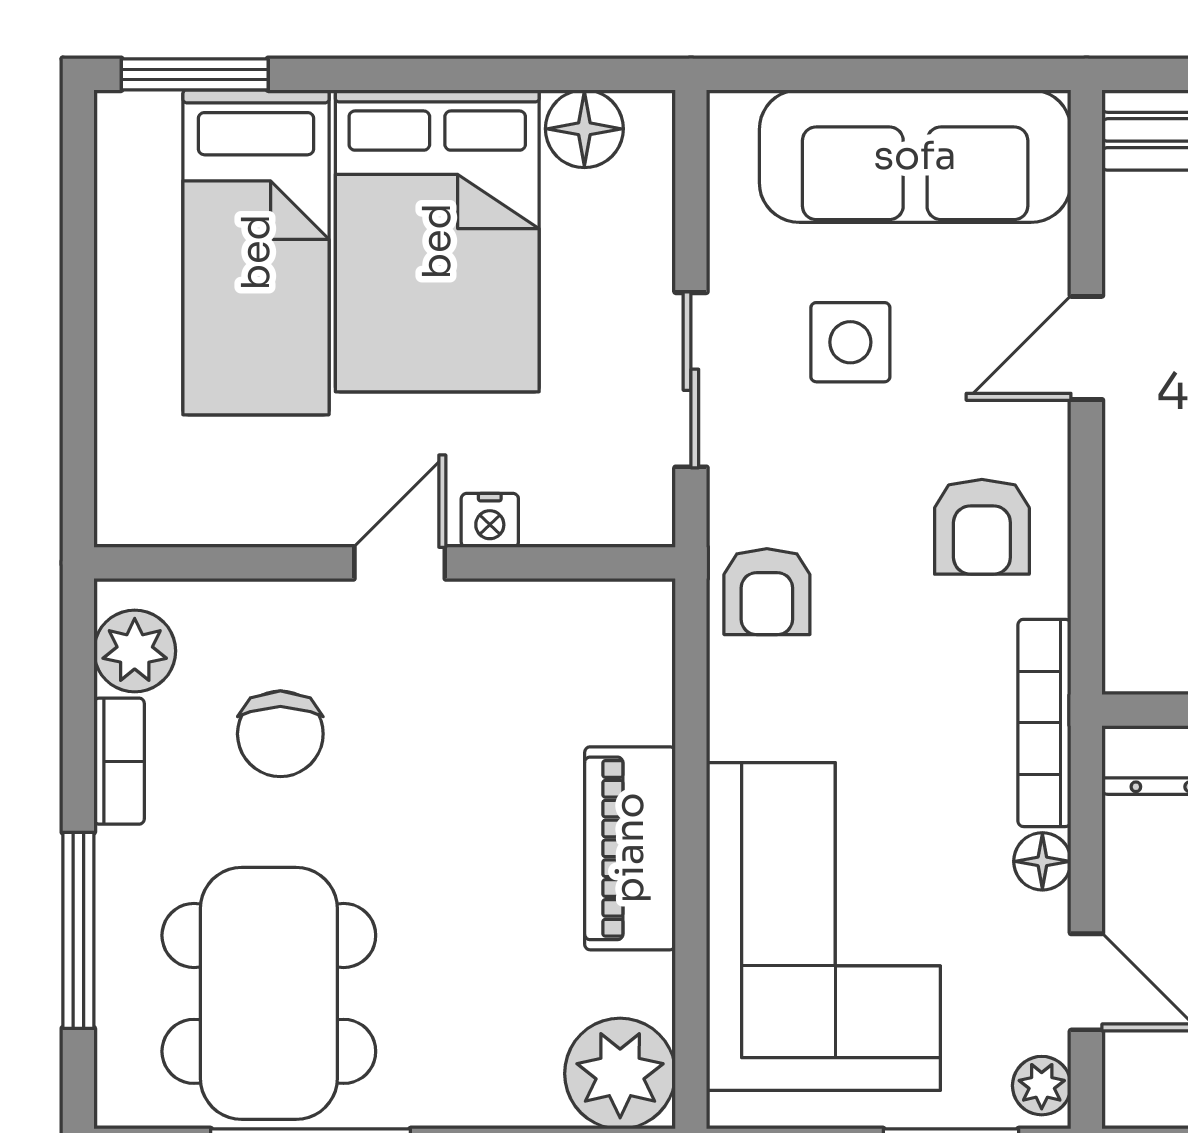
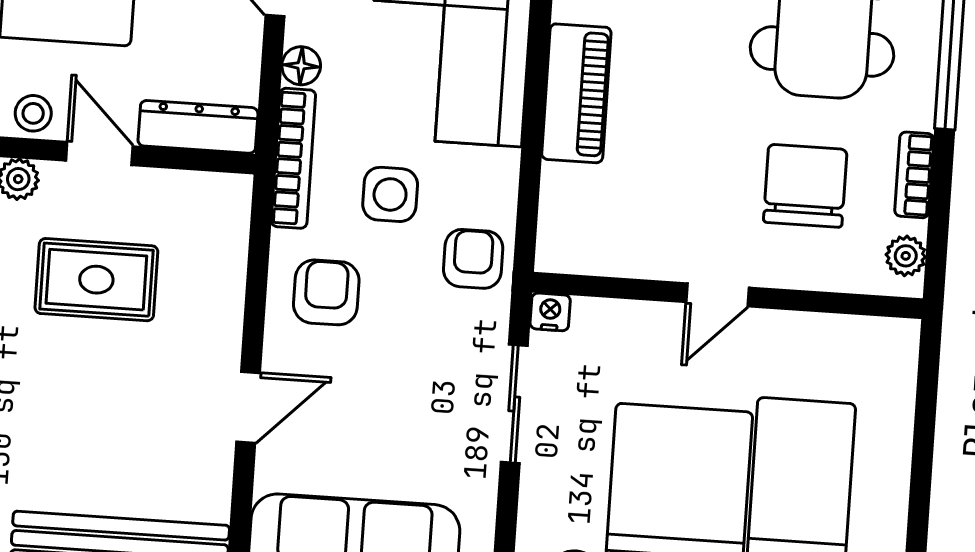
side table: (850, 342) -> (390, 194), moved
nightstand: (490, 520) -> (550, 312), moved
plant: (135, 651) -> (906, 256), width x0.73, depth x0.73
chair: (280, 734) -> (805, 186), width x1.37, depth x1.37

